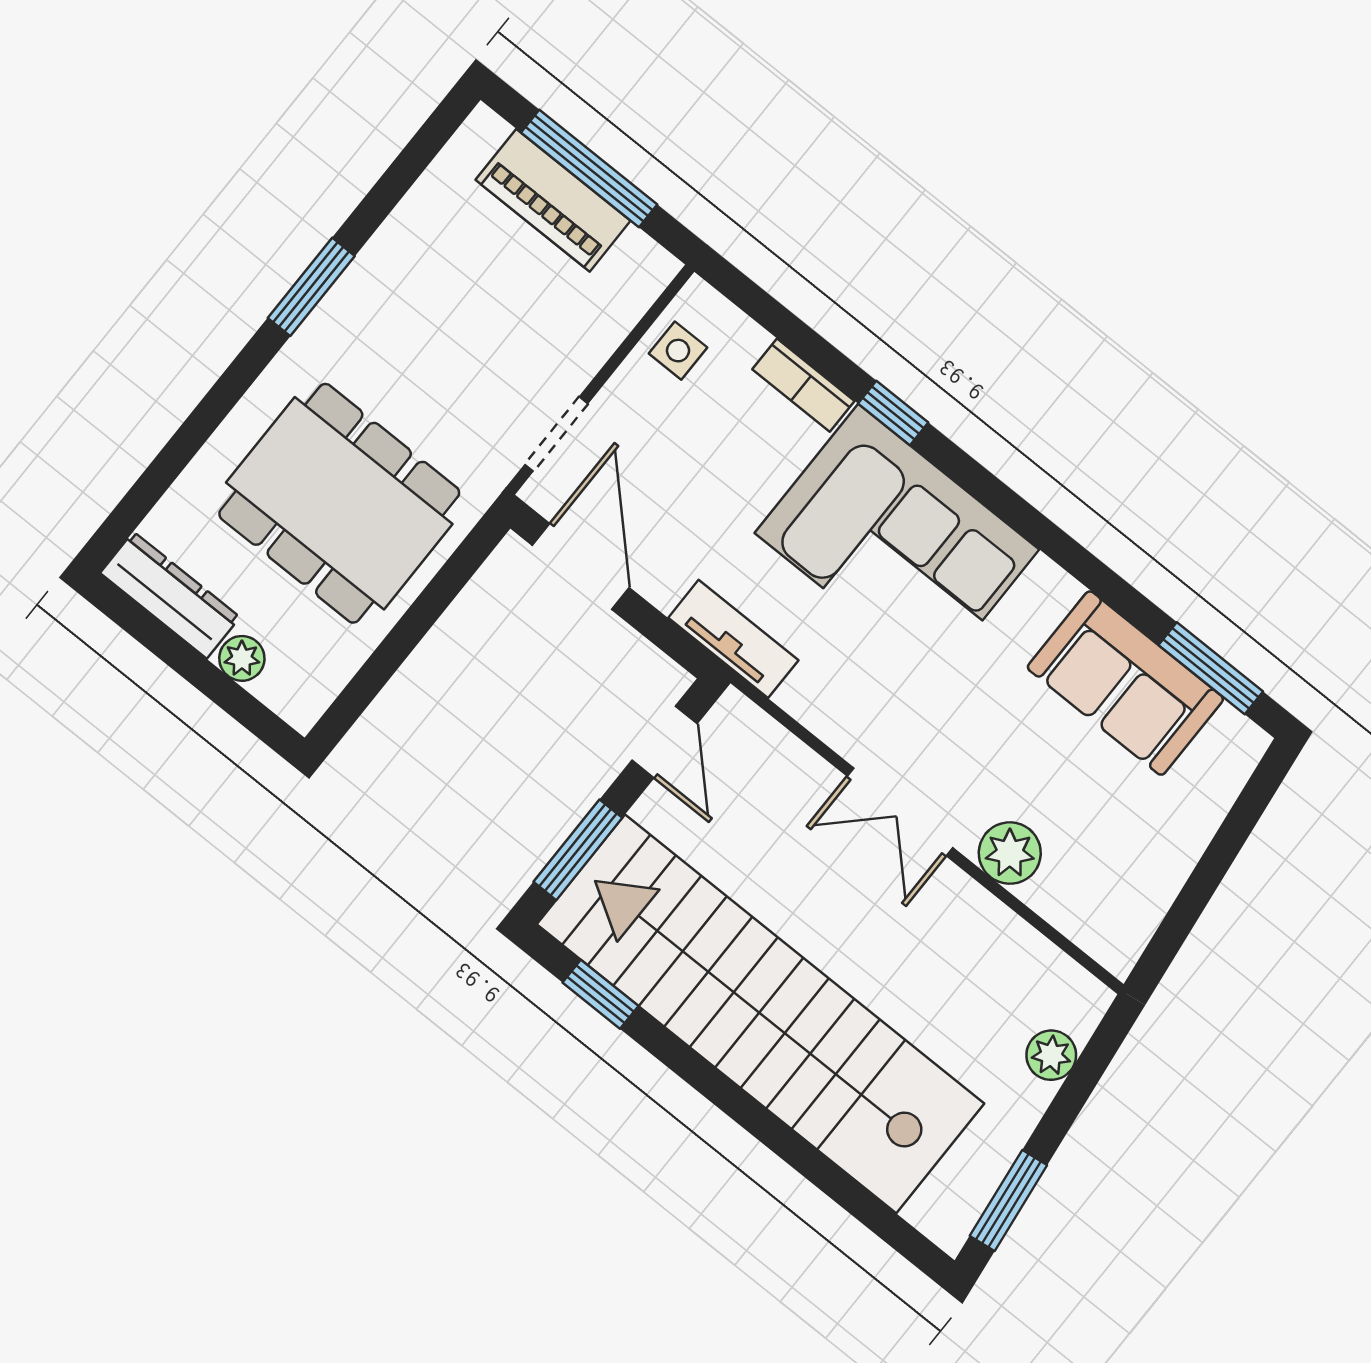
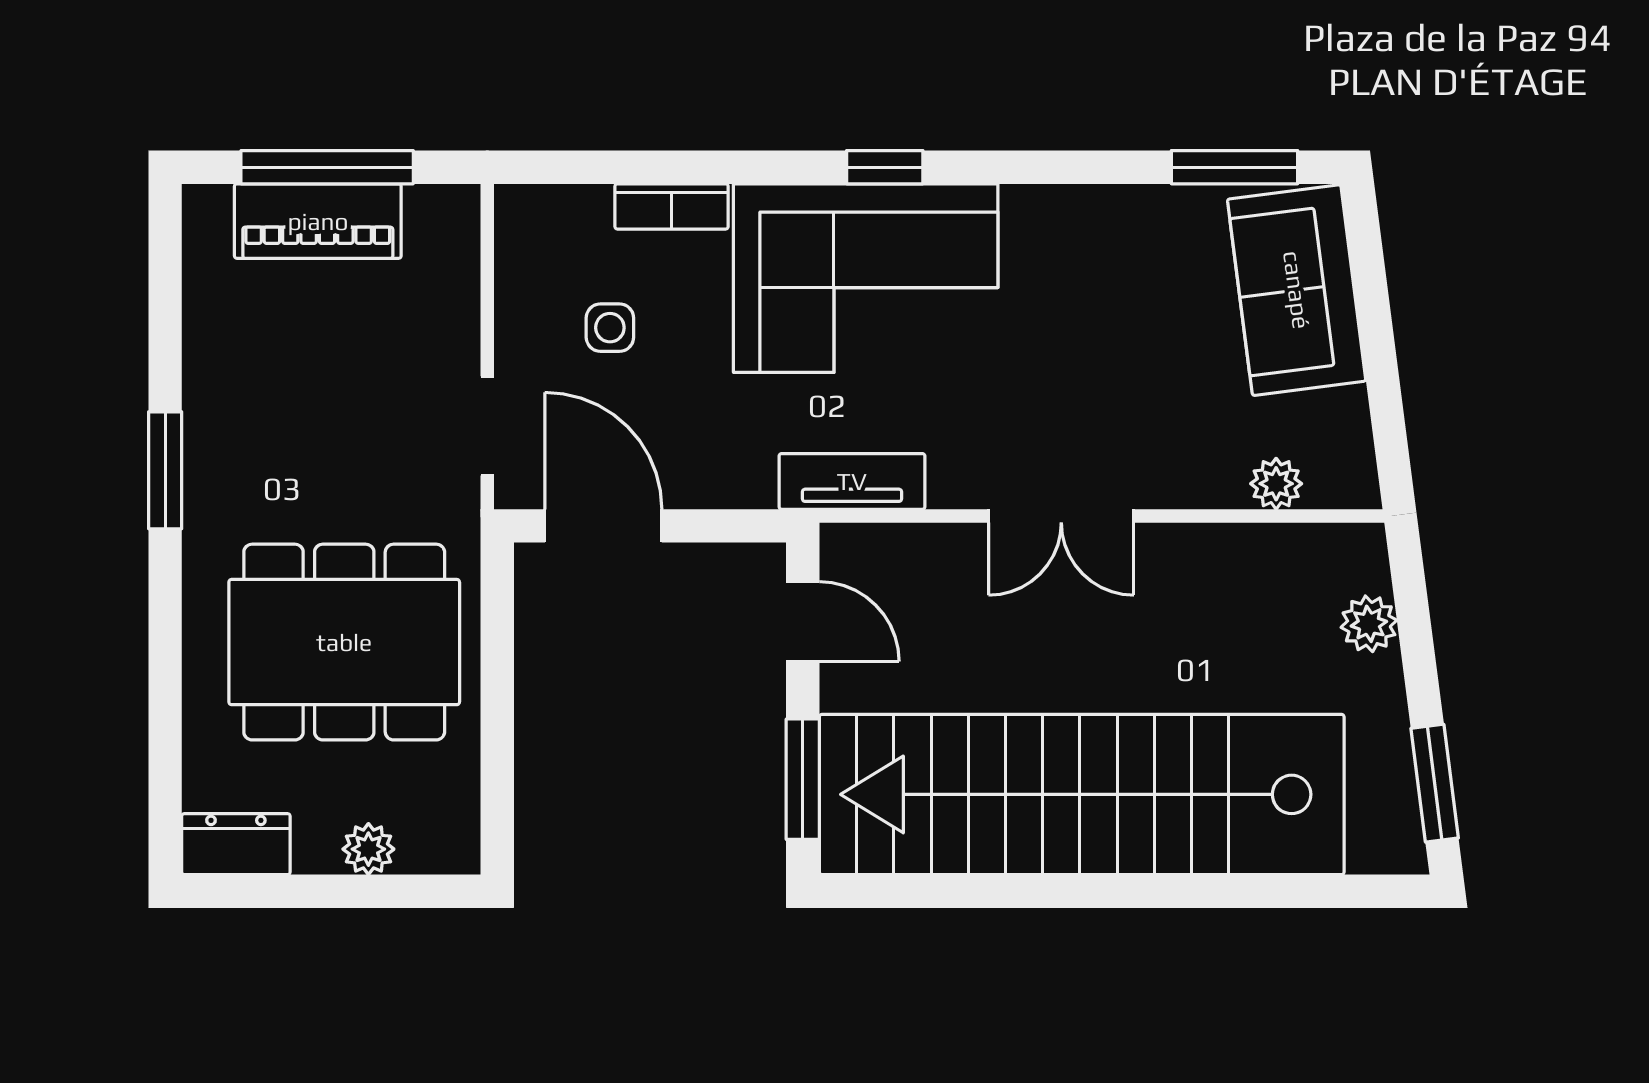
side table: (678, 351) -> (610, 328), moved
window: (893, 413) -> (885, 167), moved
dresser: (170, 595) -> (236, 844), width x0.70
tv unit: (733, 639) -> (852, 481), moved
sofa: (1125, 683) -> (1297, 290), moved, turned 83
plant: (1010, 853) -> (1276, 484), moved, width x0.73, depth x0.73
window: (600, 994) -> (926, 891), removed

